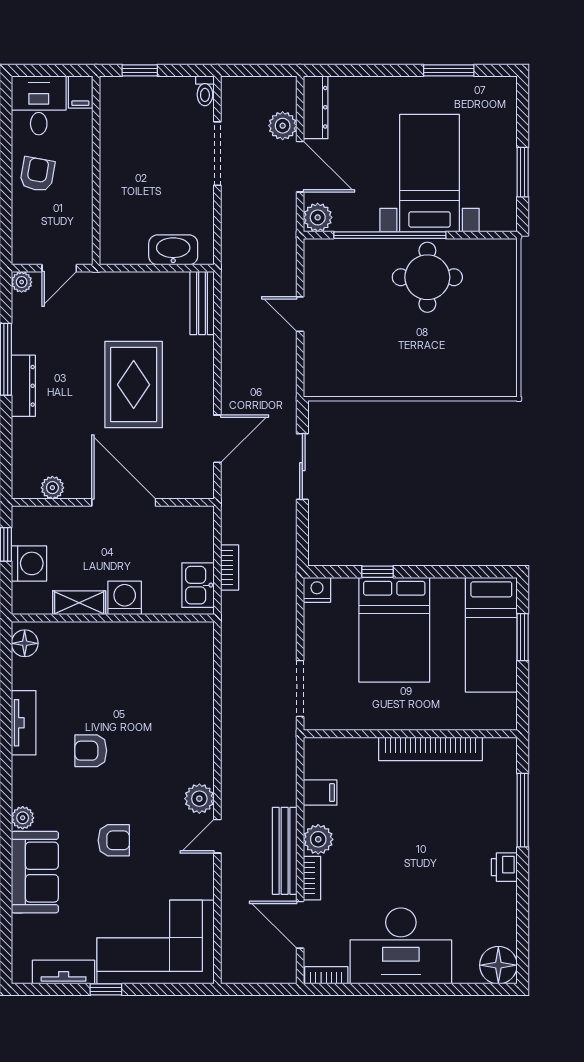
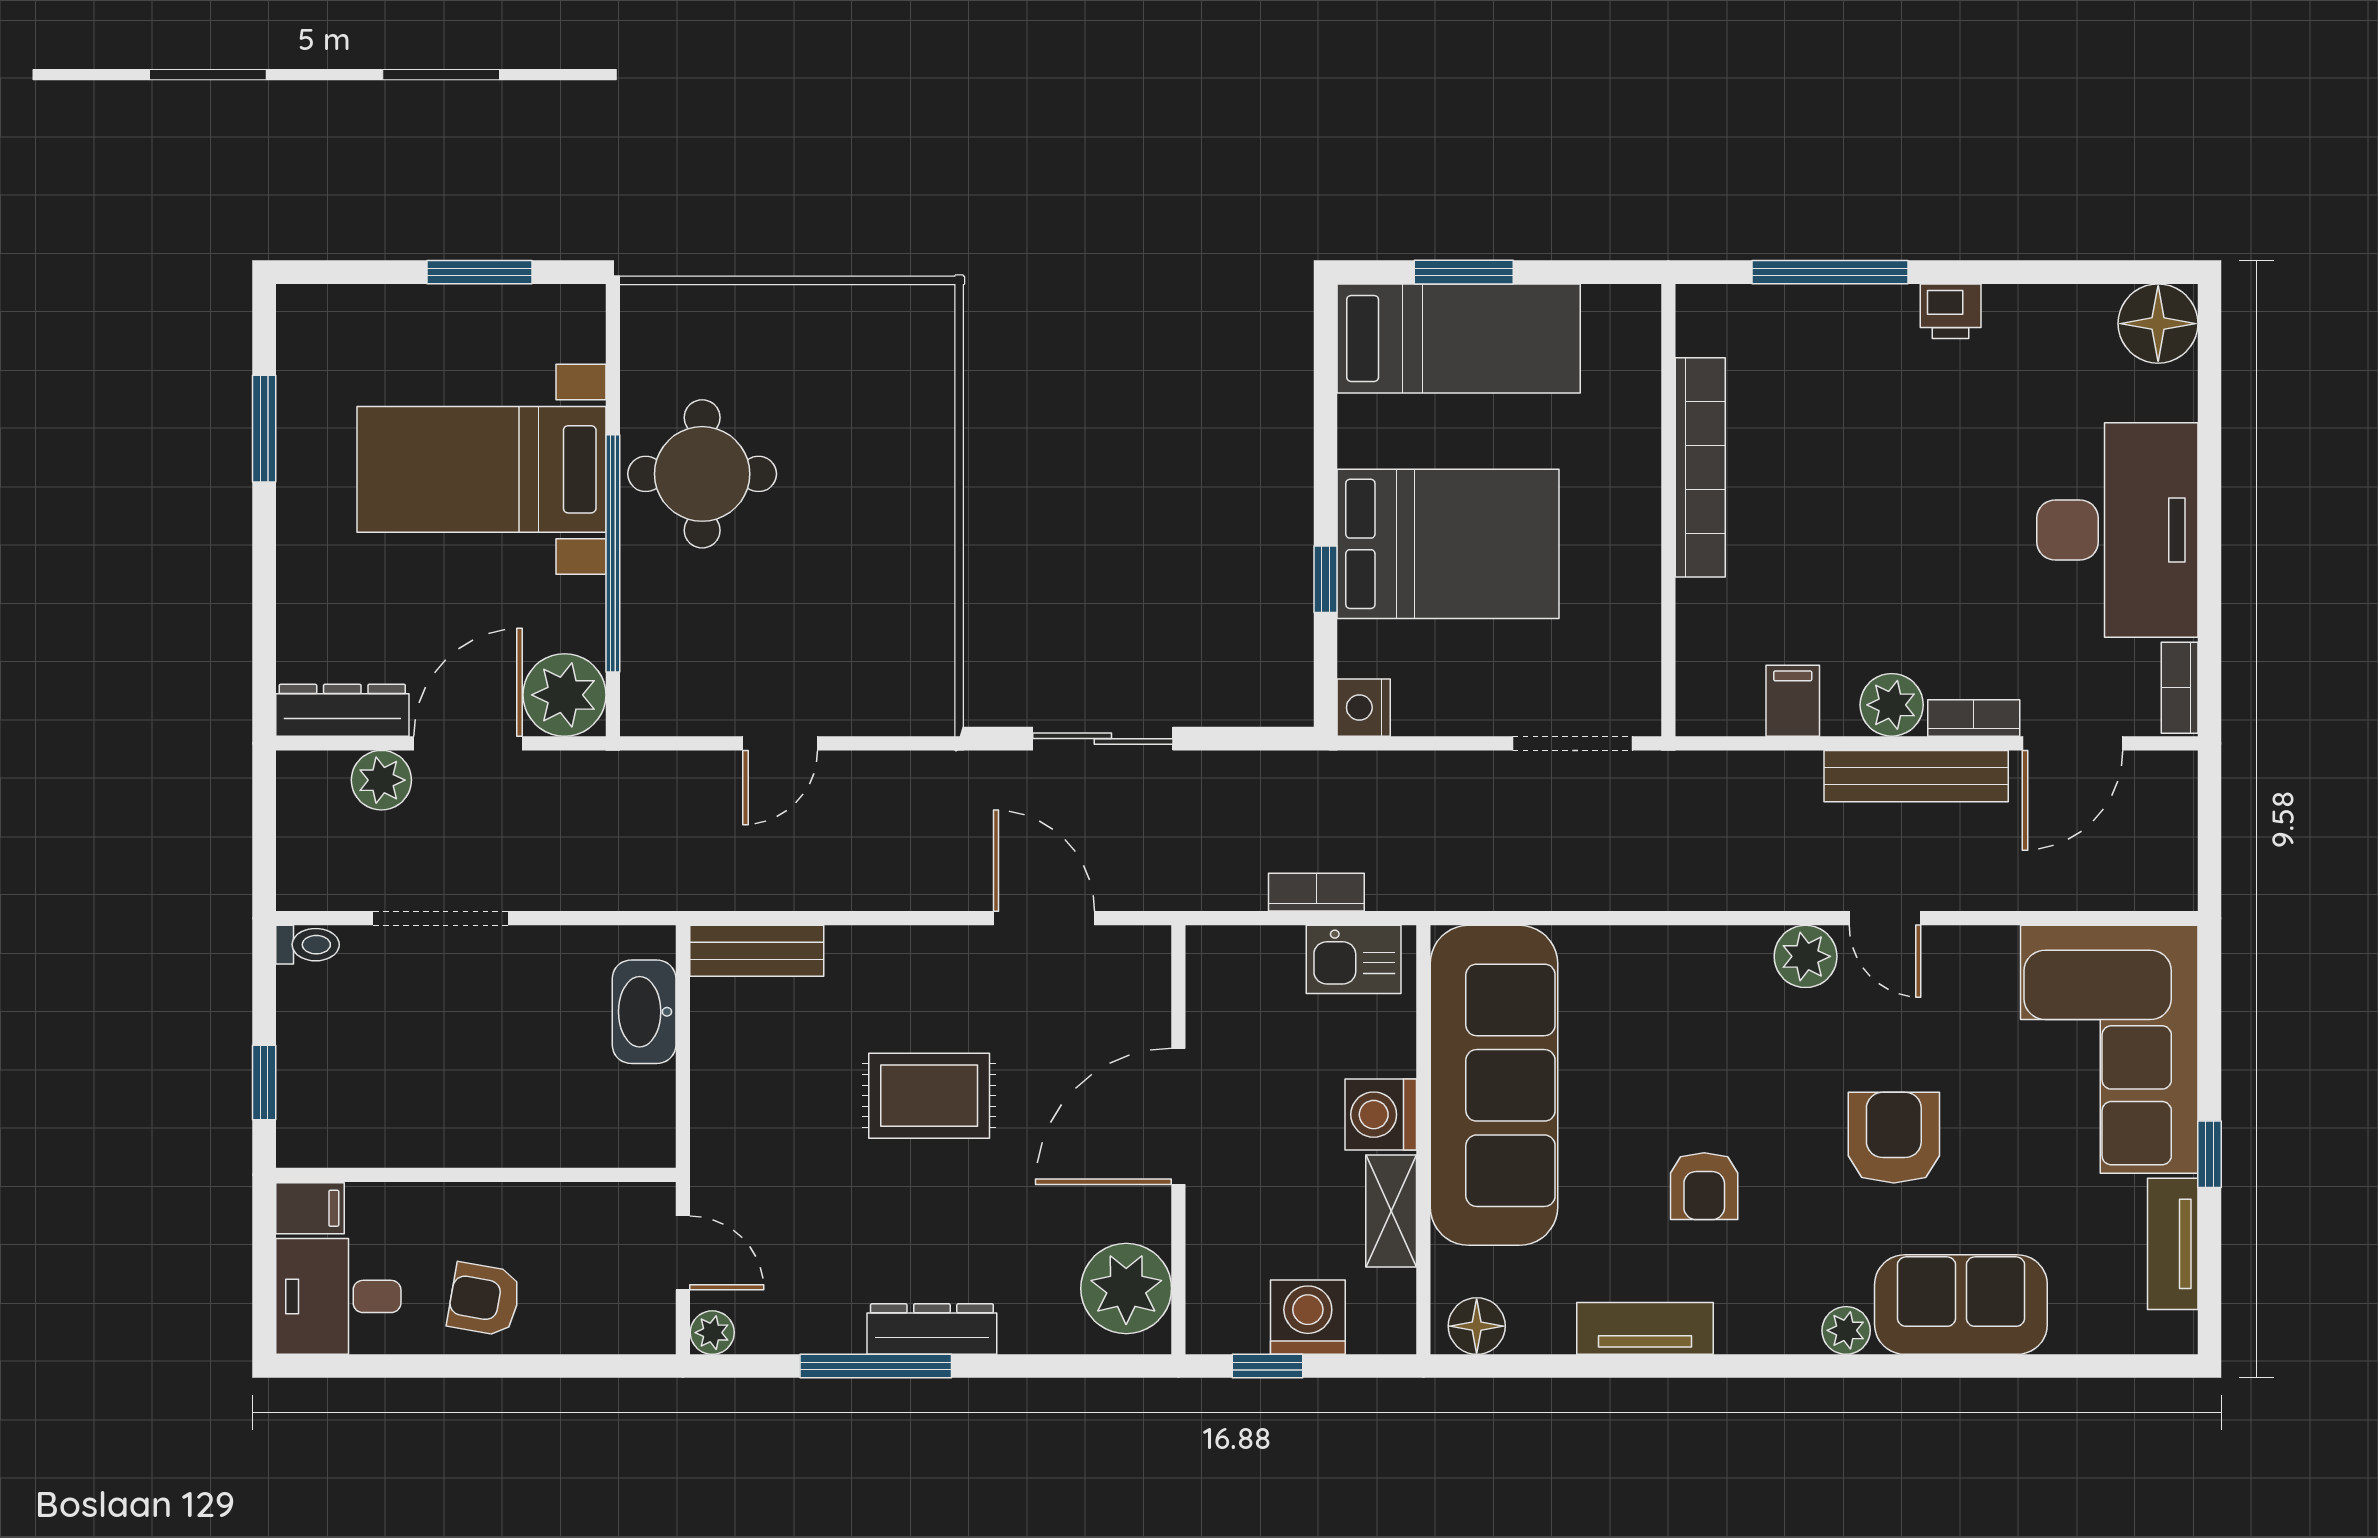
plant: (318, 217) -> (564, 695), width x1.36, depth x1.36
rug: (134, 385) -> (929, 1096), width x0.73, depth x0.70
plant: (52, 488) -> (1126, 1288), width x1.87, depth x1.87
sofa: (138, 651) -> (1494, 1085), added
armchair: (114, 840) -> (1894, 1138), width x1.38, depth x1.38

